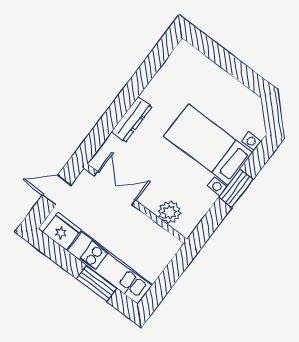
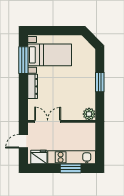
window: (148, 70) -> (23, 60), added
bed with nightstands: (208, 144) -> (50, 55), moved, turned 180
plant: (170, 212) -> (89, 114), moved

